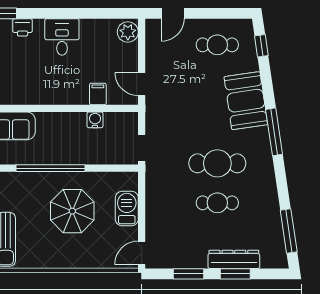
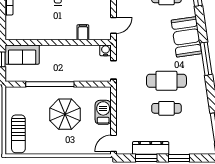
door: (142, 84) -> (114, 25), swing flipped
water cooler: (95, 120) -> (106, 50), moved
dresser: (234, 259) -> (151, 148), moved

